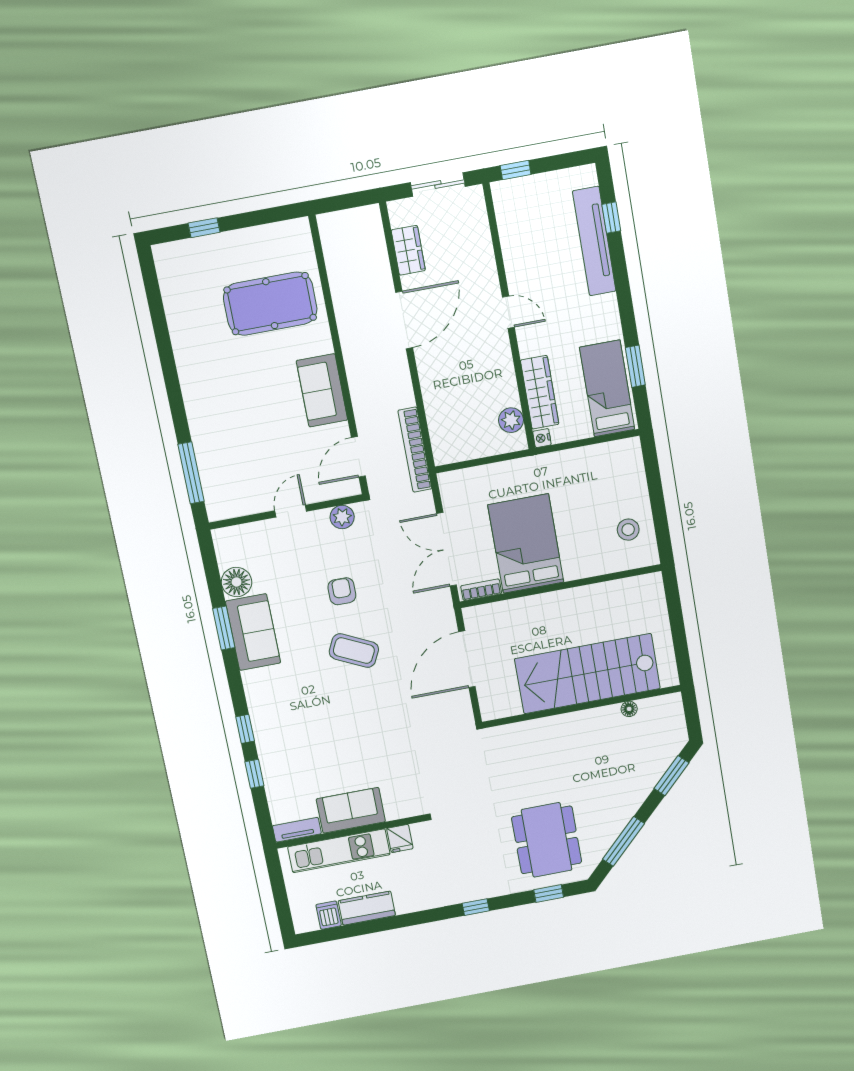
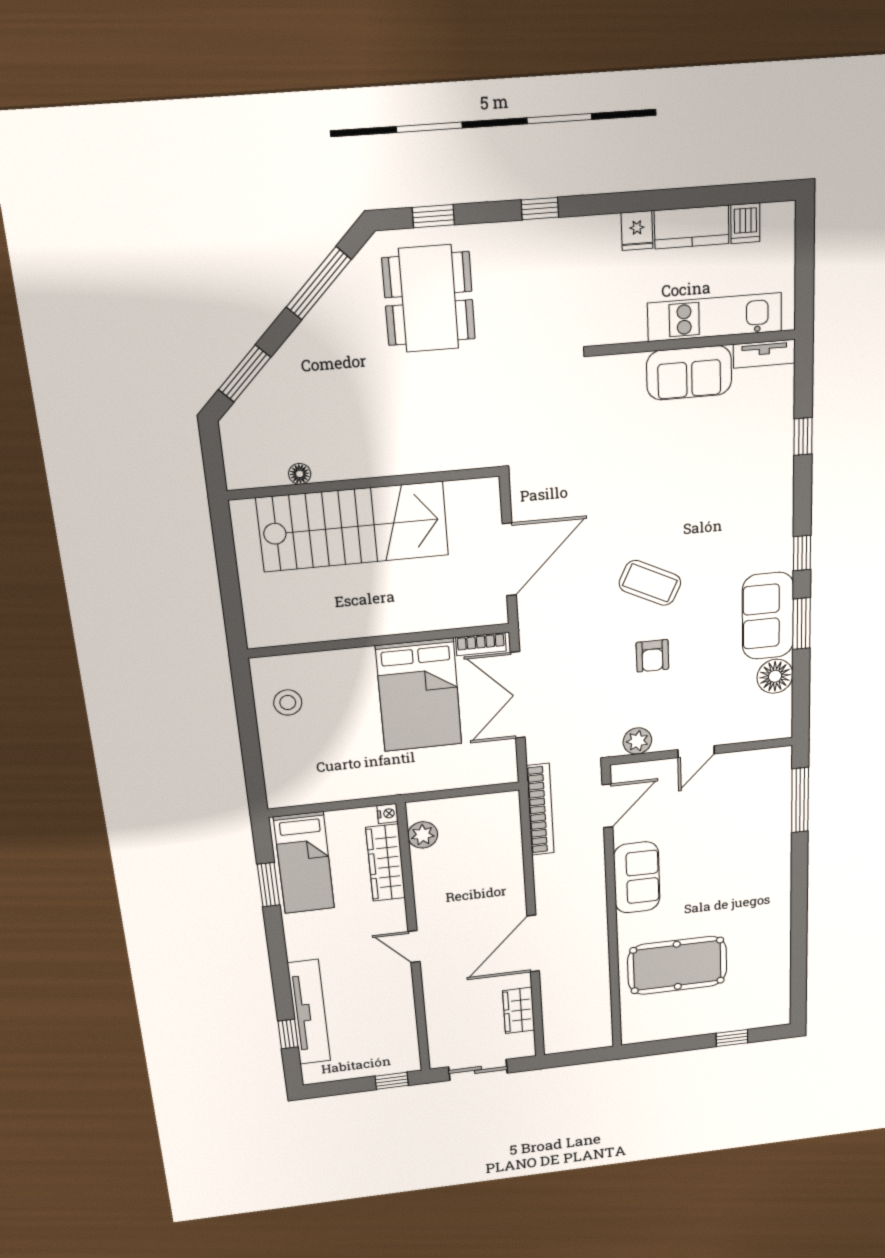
double door: (447, 549) -> (518, 695), swing flipped
window: (245, 729) -> (802, 553), moved
fridge: (400, 838) -> (637, 231), moved, turned 180

